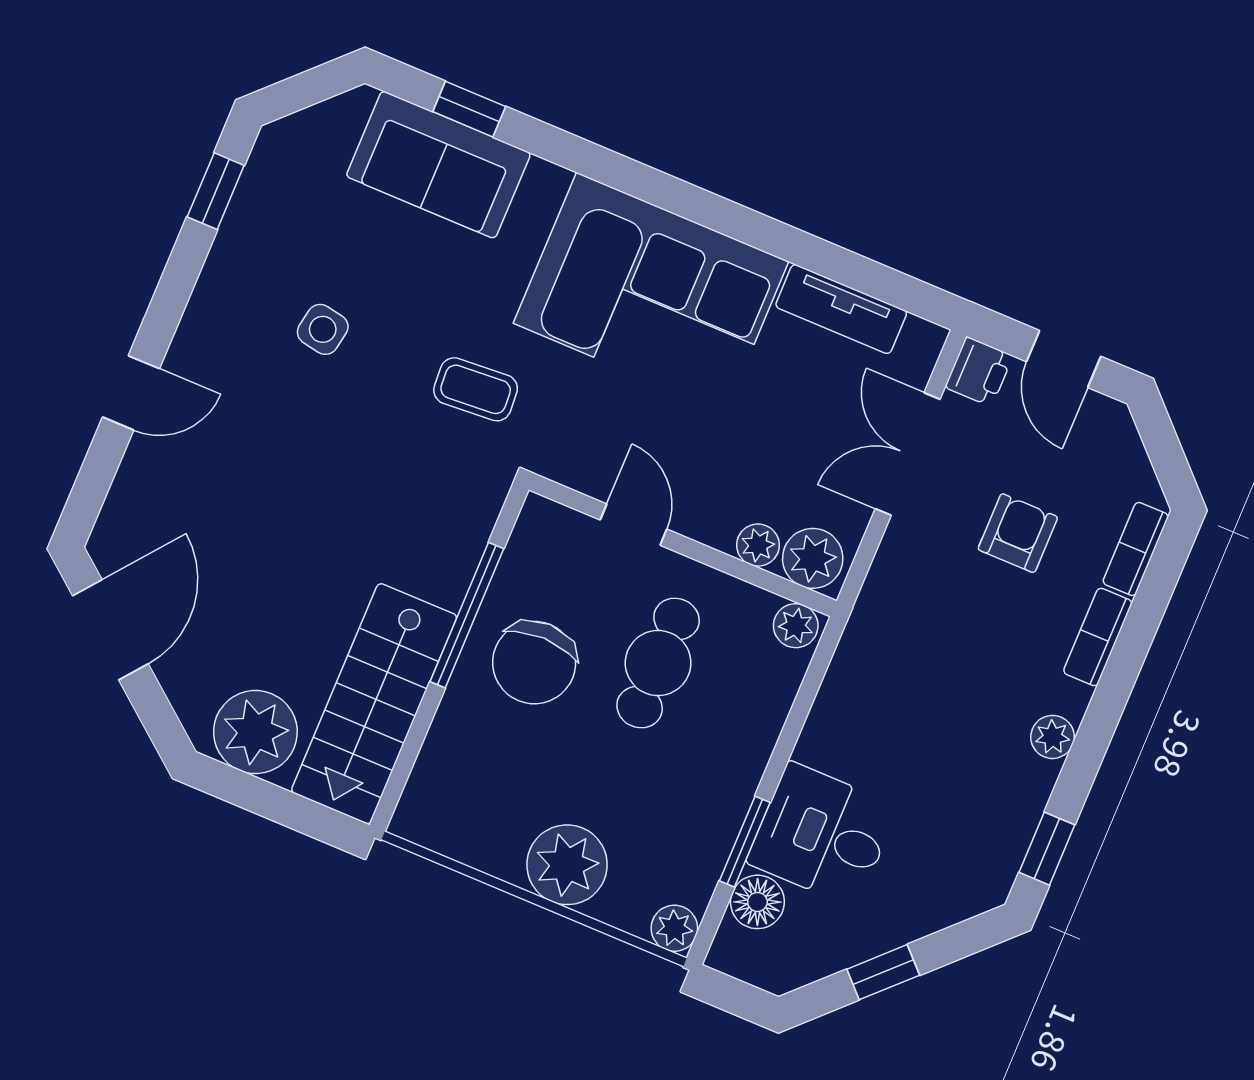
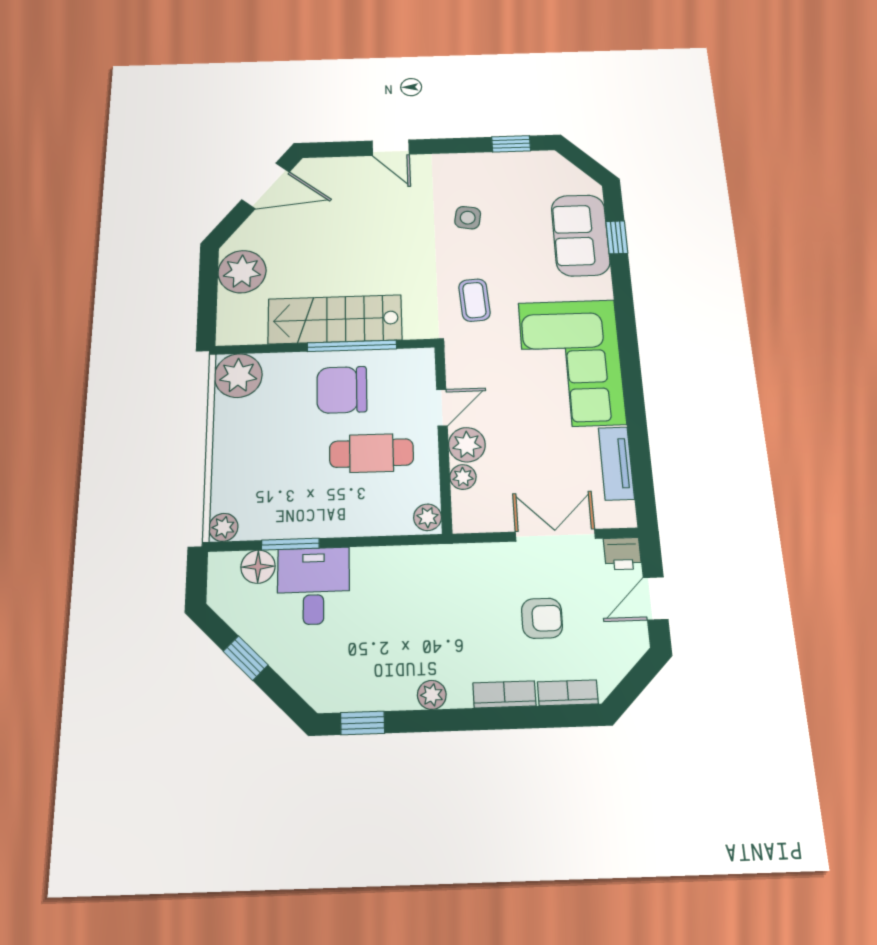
plant: (813, 558) -> (467, 445), moved
stairs: (374, 704) -> (335, 319), moved
plant: (567, 865) -> (238, 376), moved

